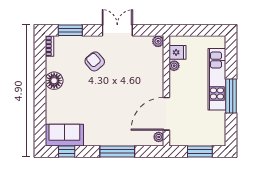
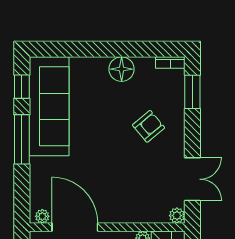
double door: (117, 30) -> (192, 179), moved
sofa: (64, 135) -> (49, 106), width x1.85, depth x1.27
window: (117, 151) -> (22, 139), moved

